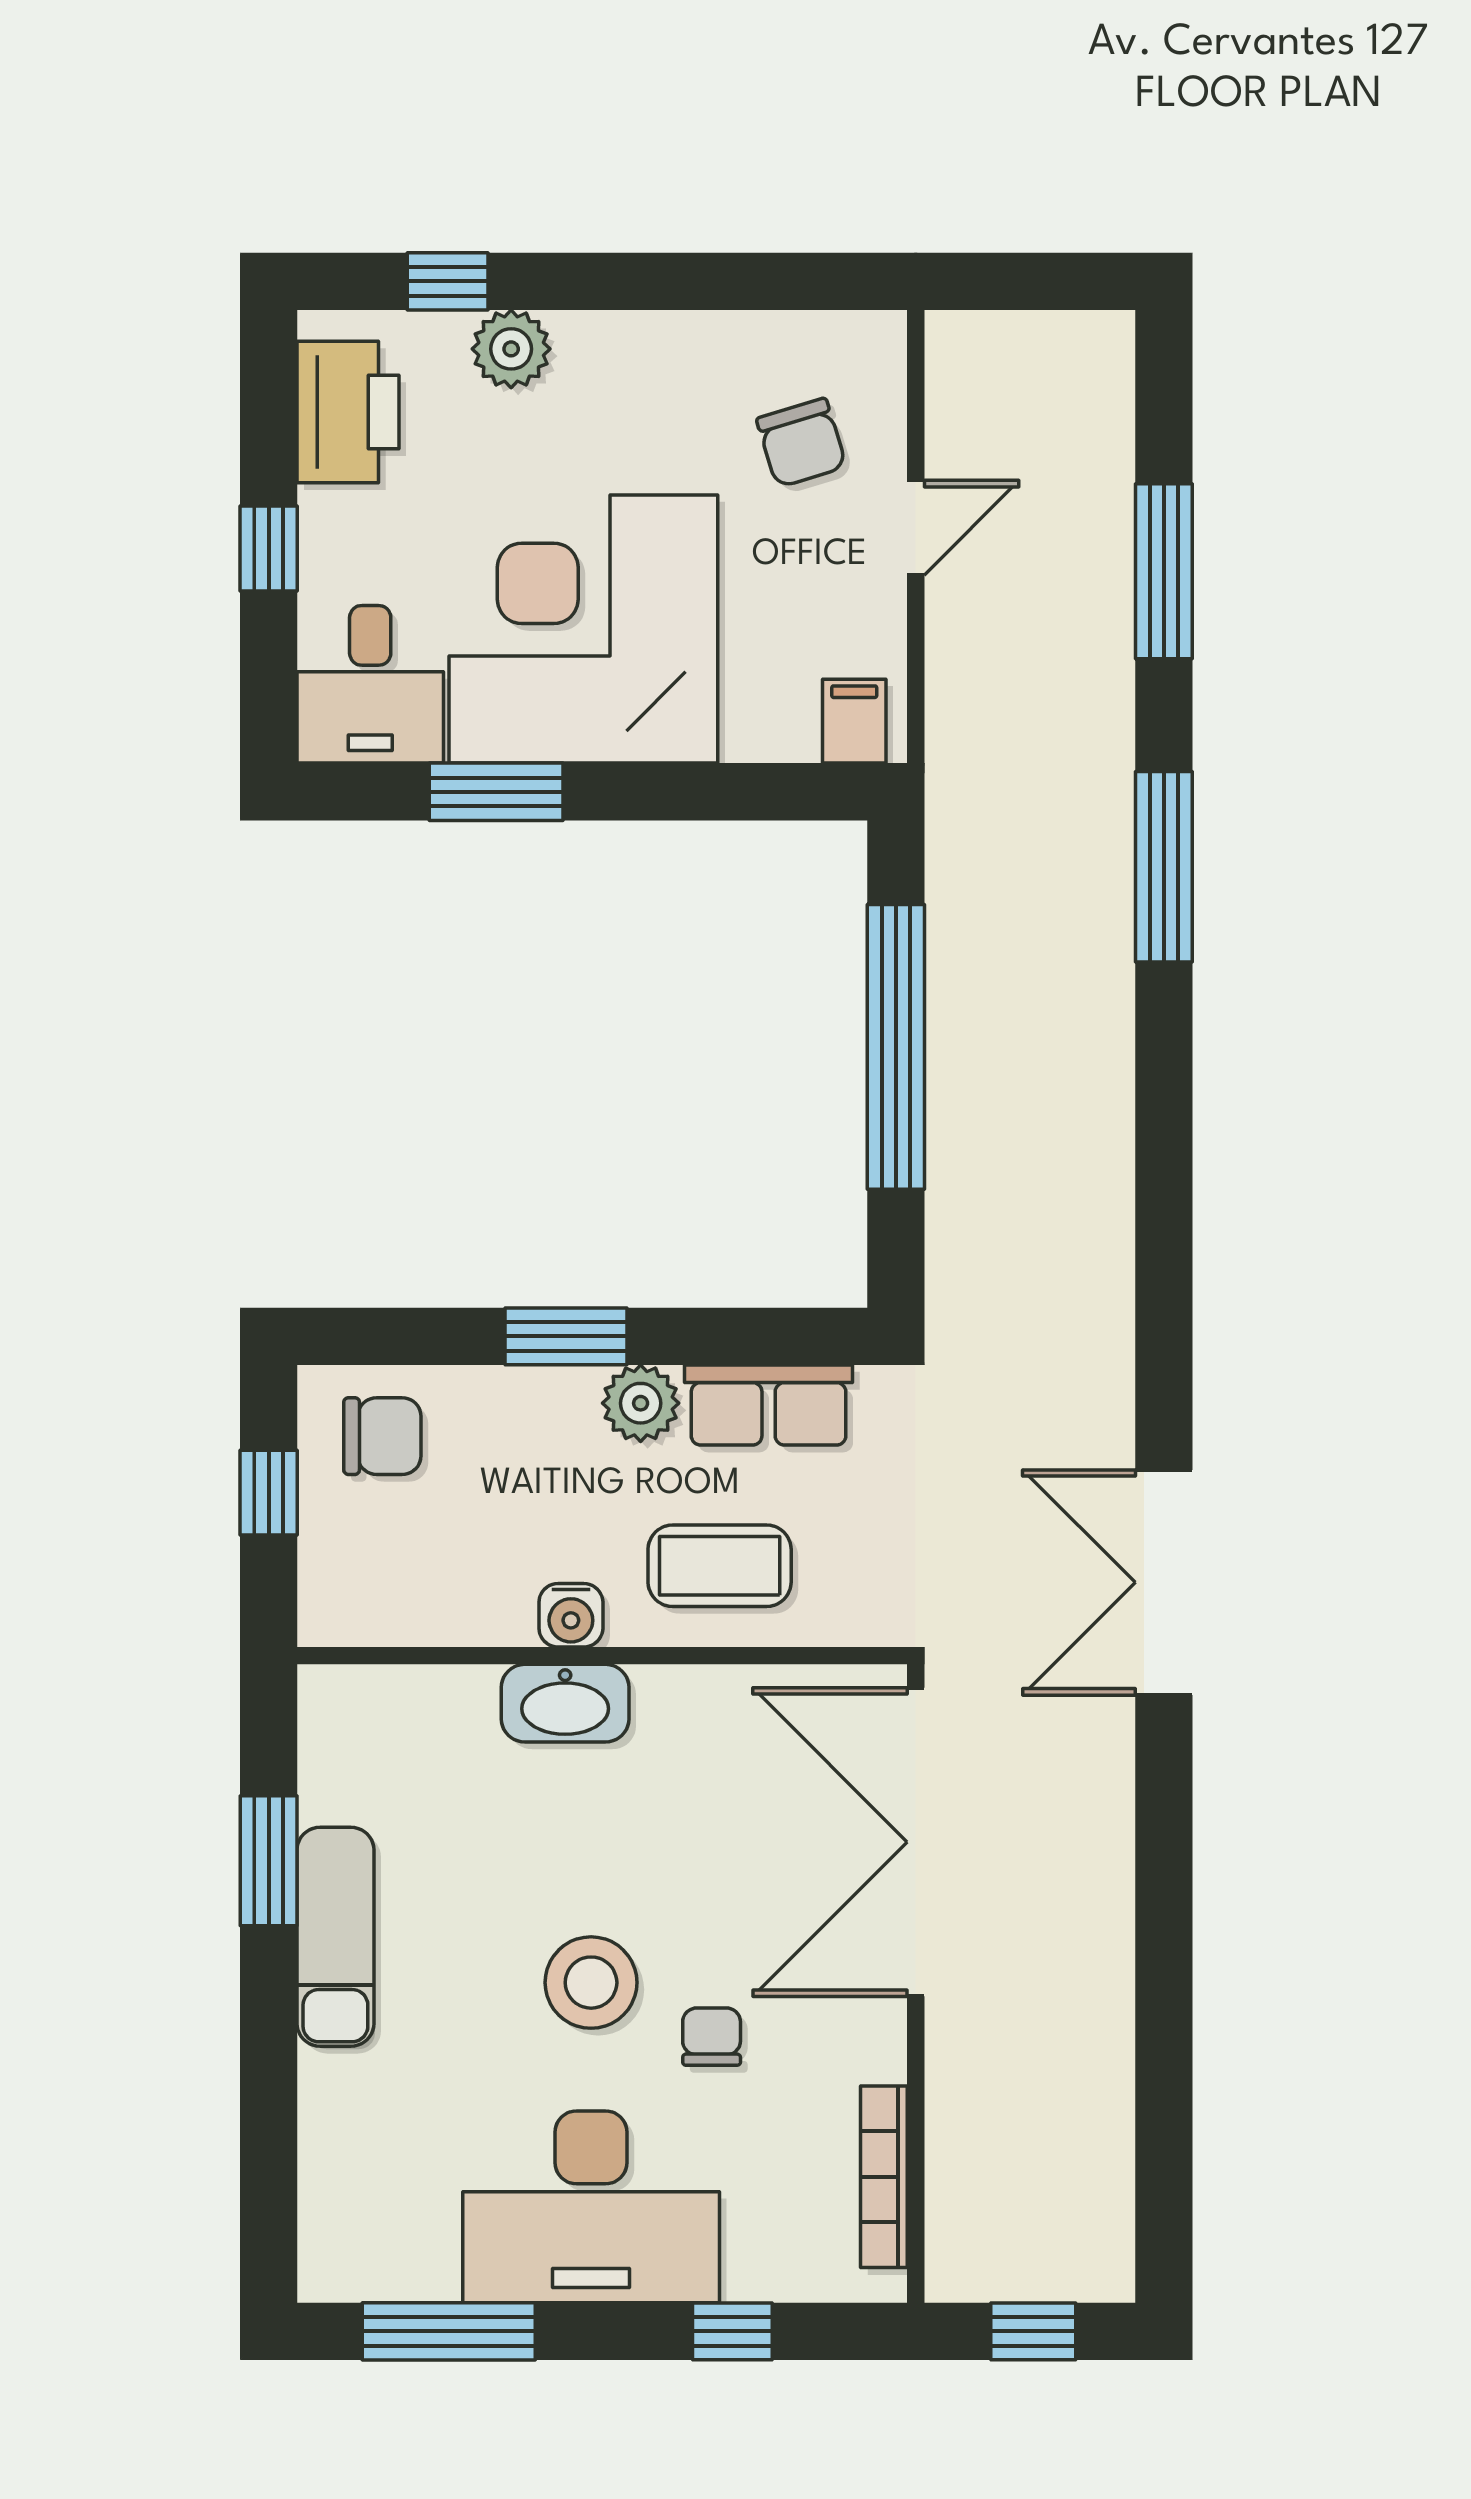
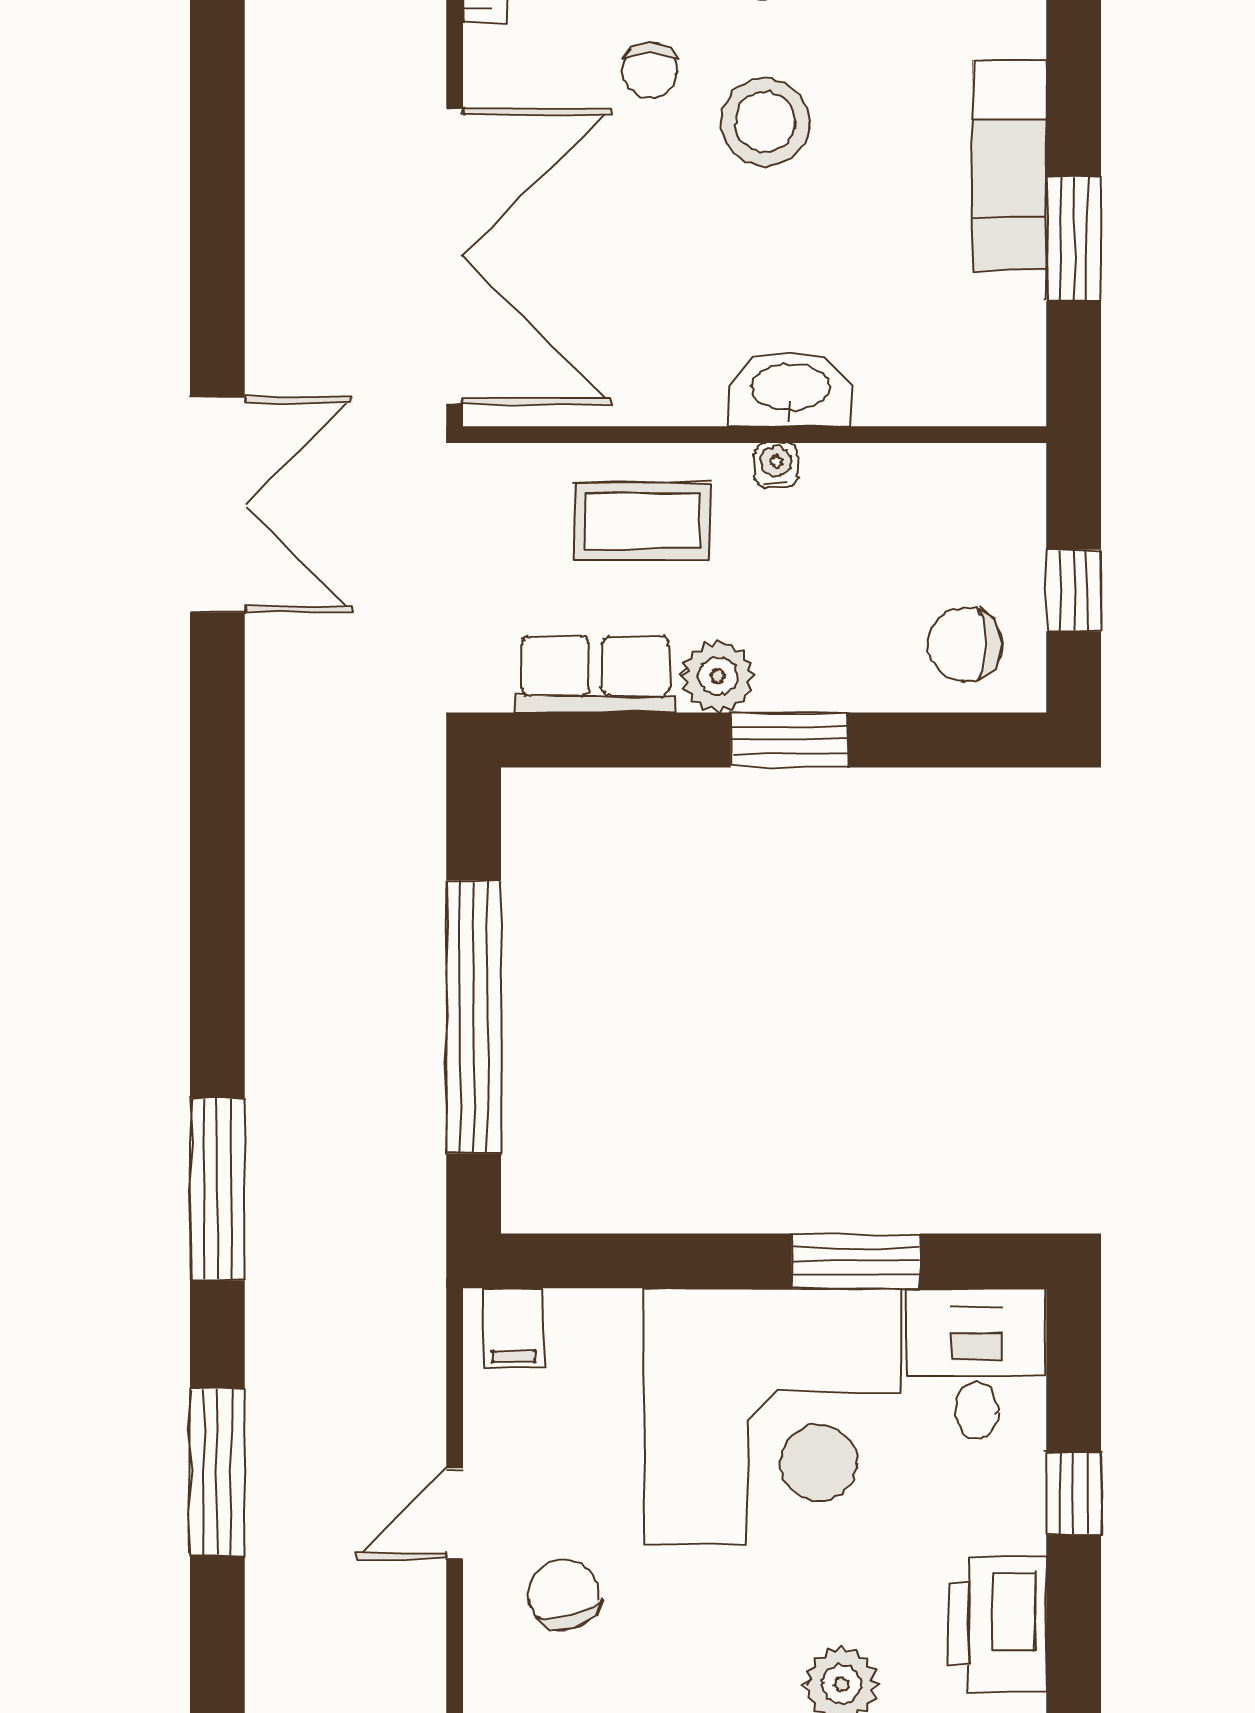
water cooler: (571, 1615) -> (776, 465), width x0.72, depth x0.72

